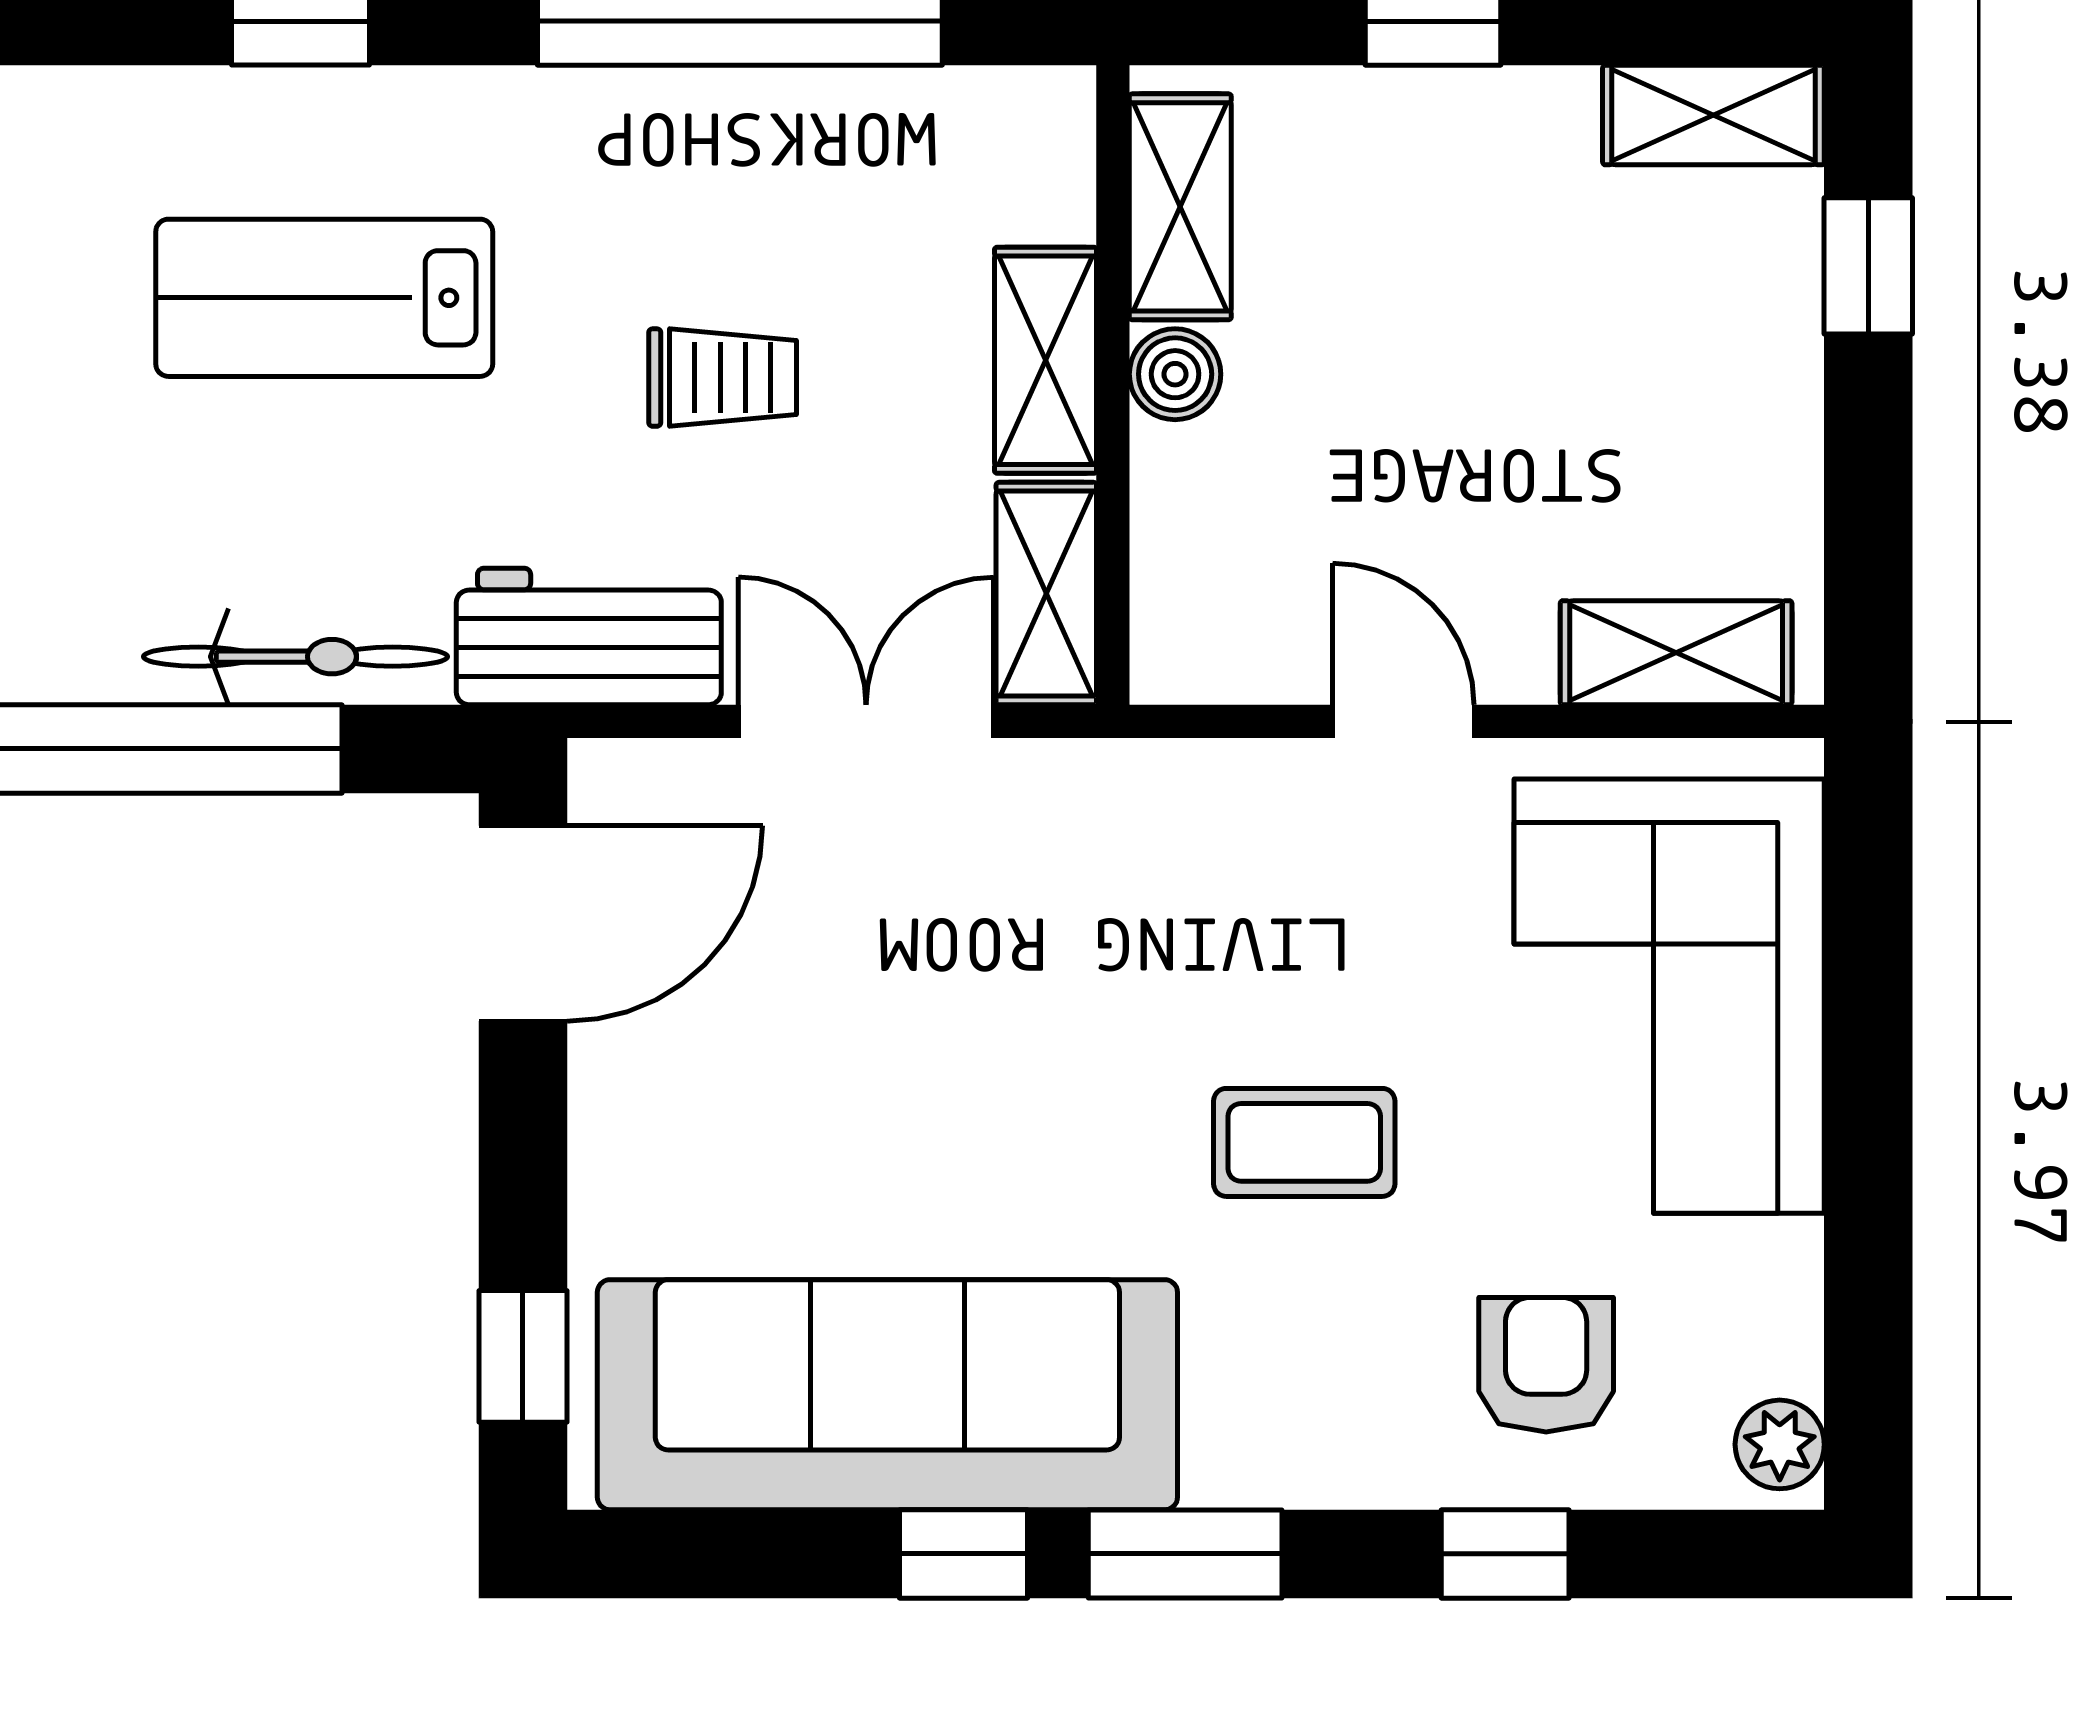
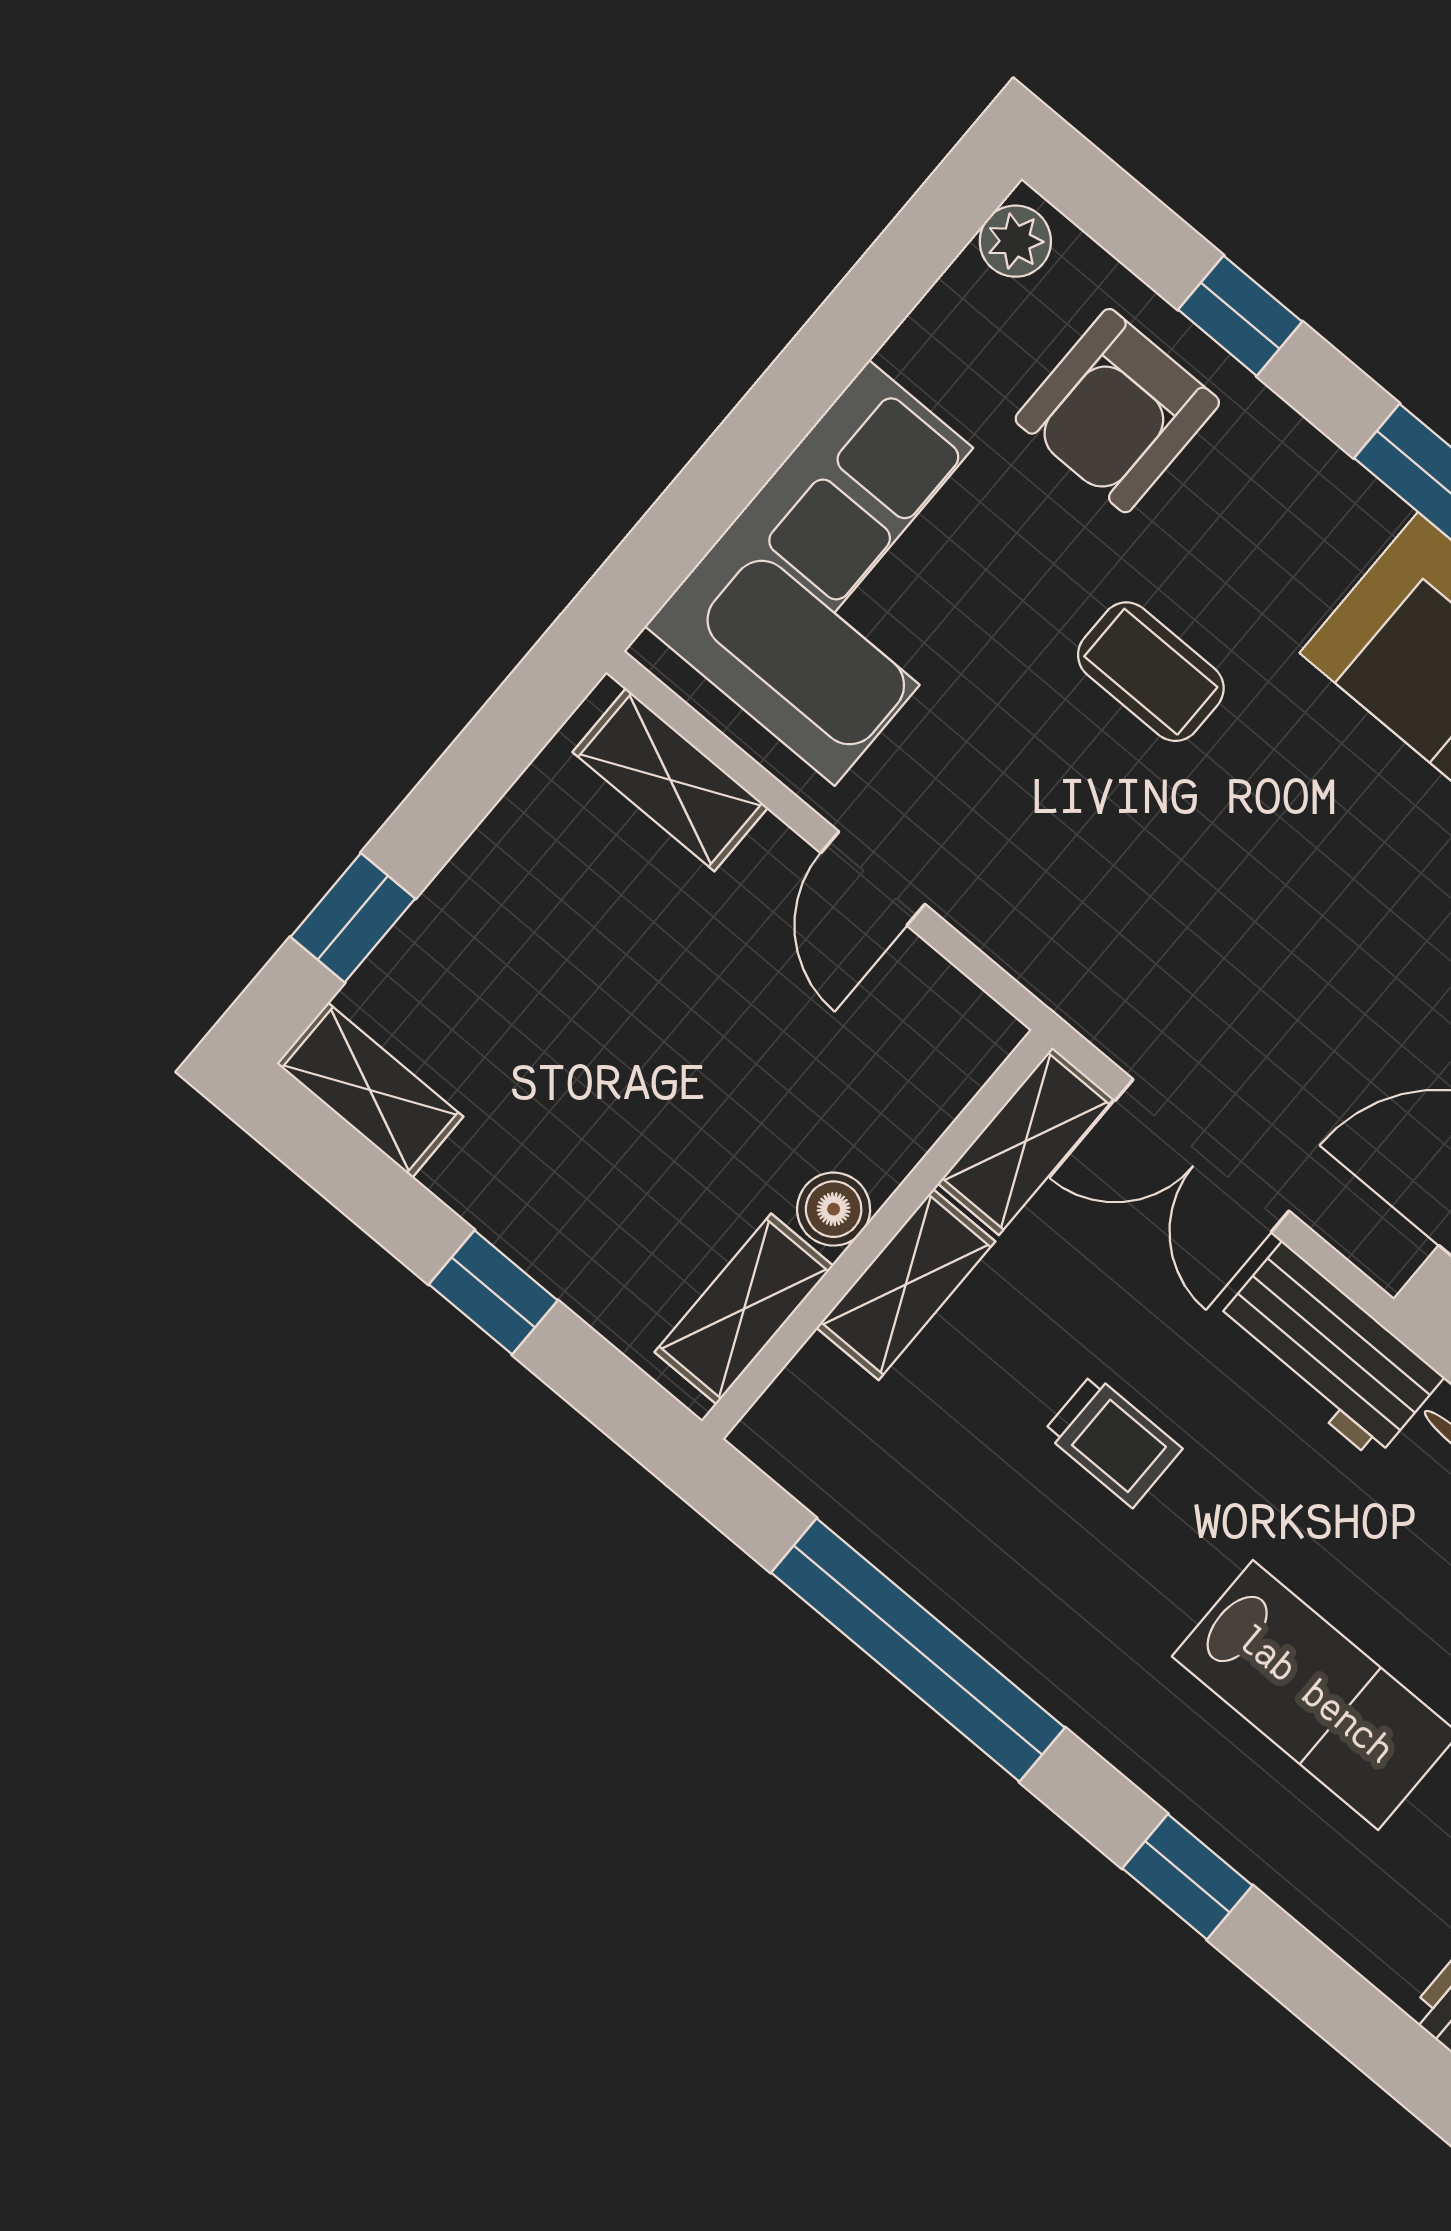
trolley: (723, 378) -> (1113, 1441), turned 180
armchair: (1546, 1365) -> (1117, 411), width x1.38, depth x1.38

